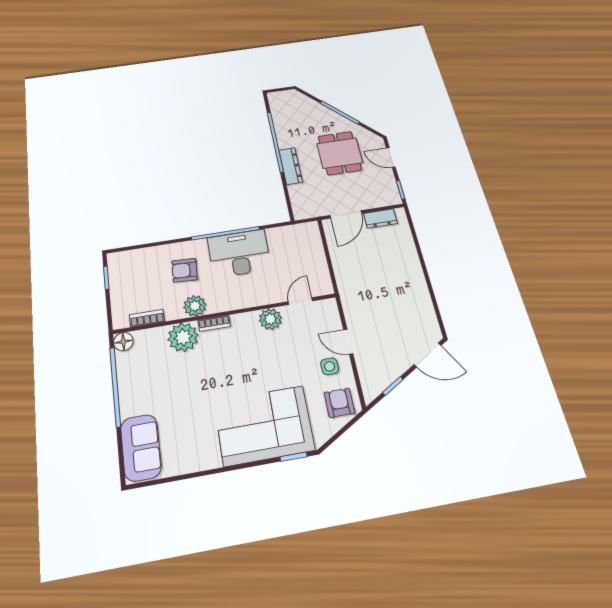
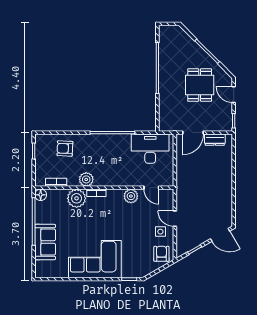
dresser: (291, 166) -> (164, 89), removed
desk: (239, 253) -> (150, 149), moved
armchair: (185, 270) -> (65, 148), moved
door: (300, 301) -> (151, 188), swing flipped
corner sofa: (264, 426) -> (95, 259), moved
sofa: (141, 448) -> (45, 242), moved

